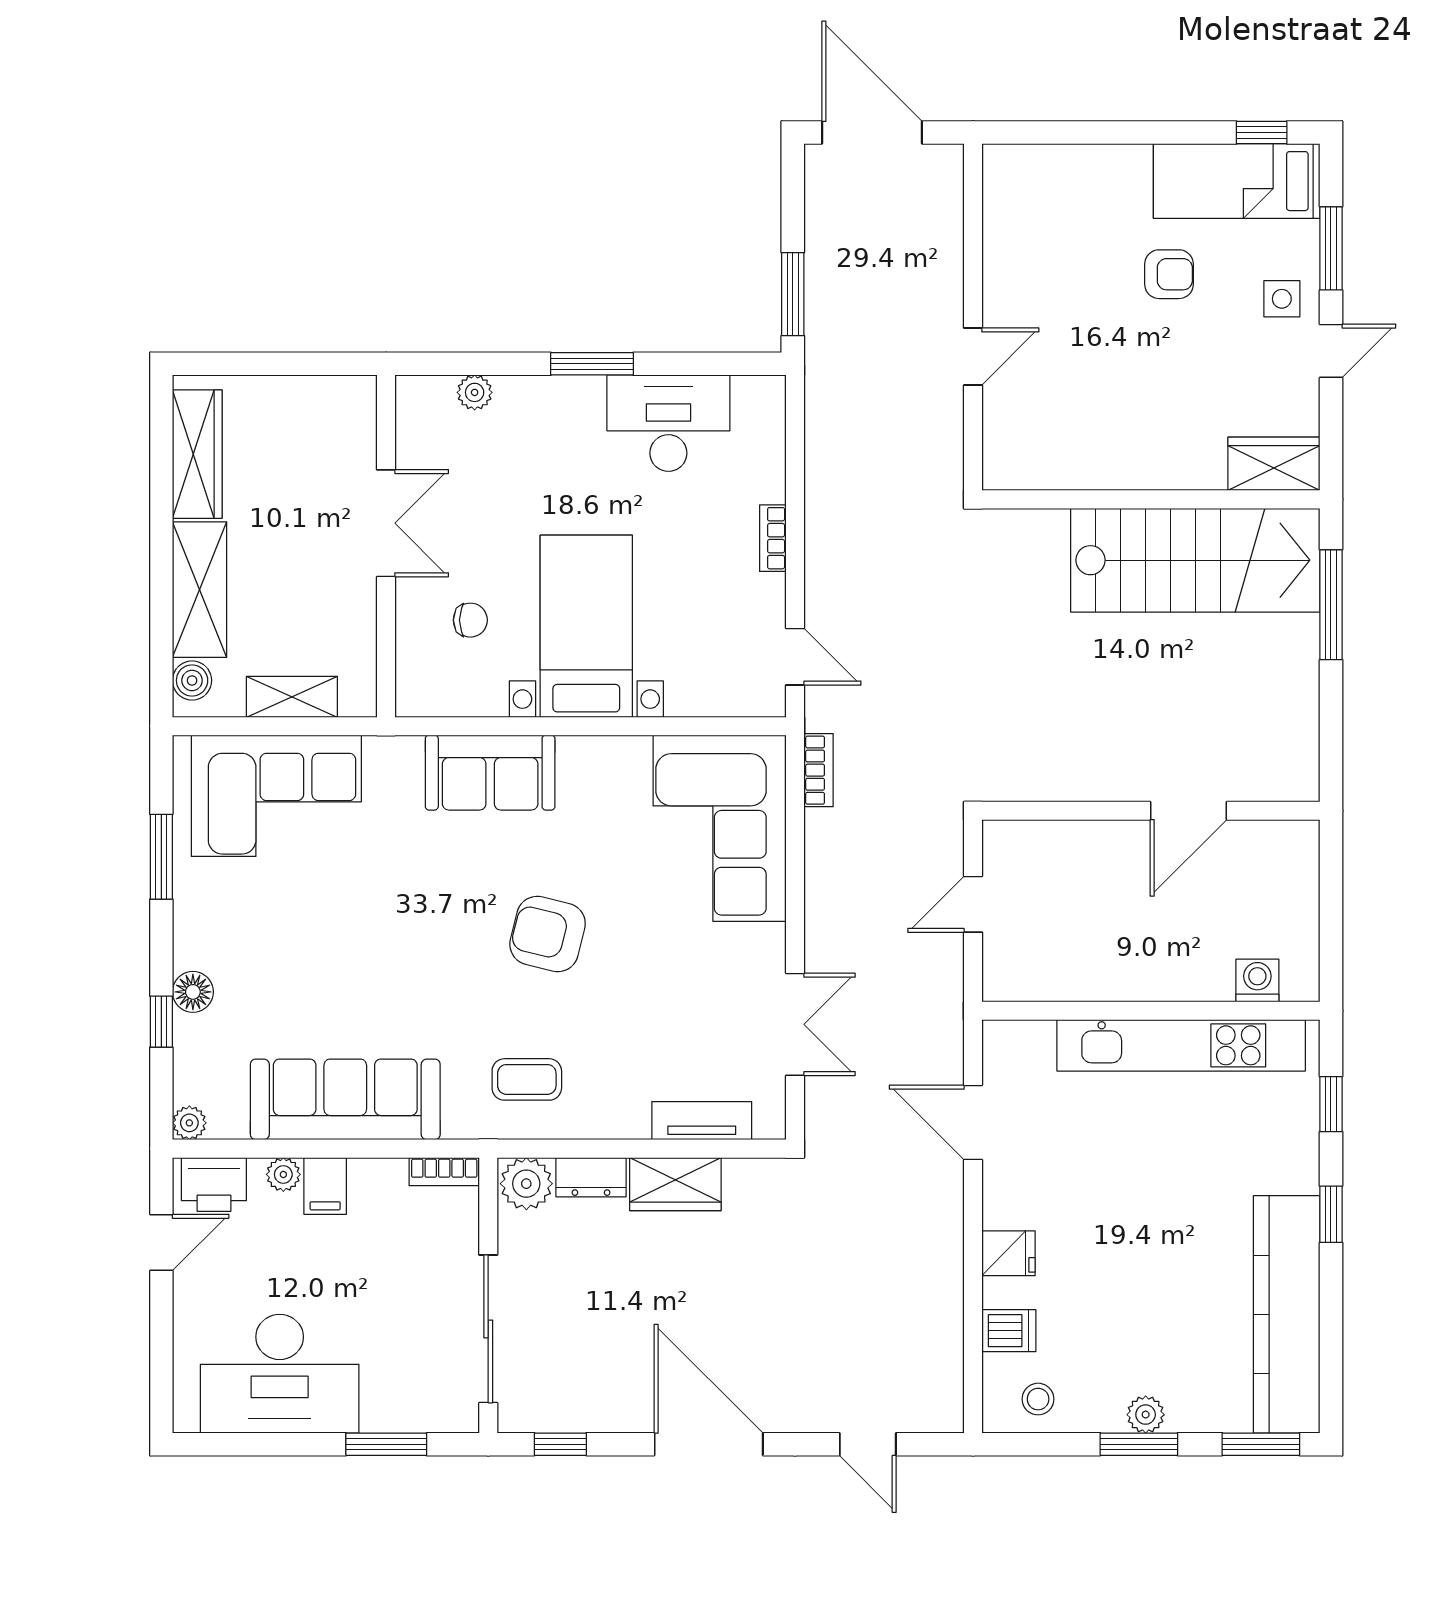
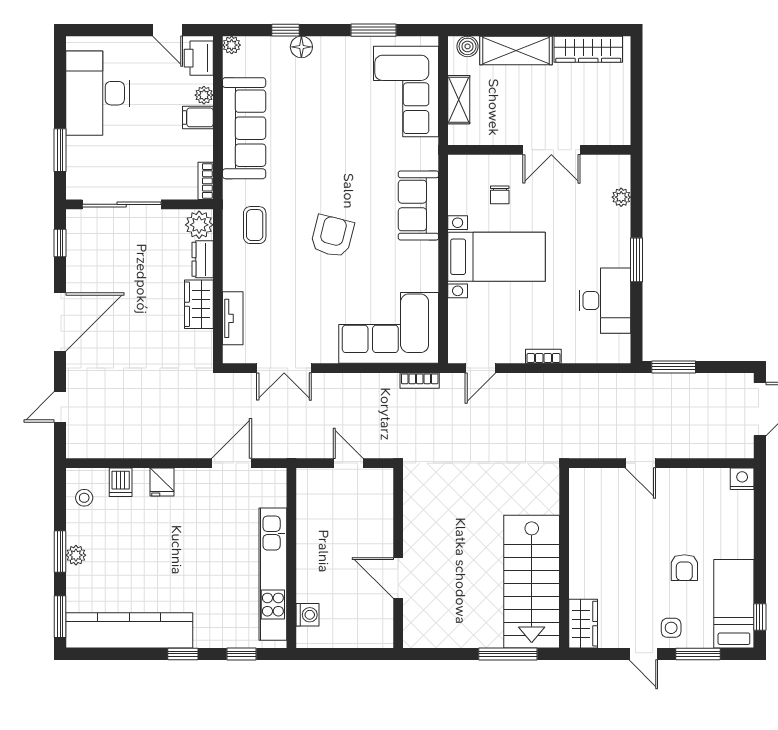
nightstand: (1002, 166) -> (742, 479), added

